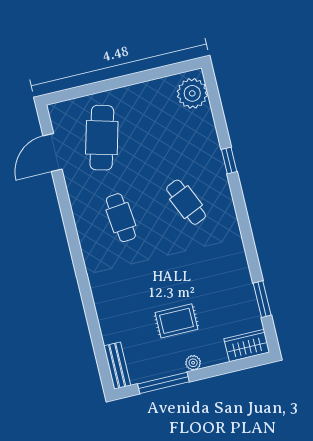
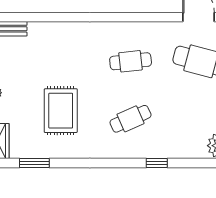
rug: (176, 321) -> (61, 111), moved, width x1.36, depth x1.43

